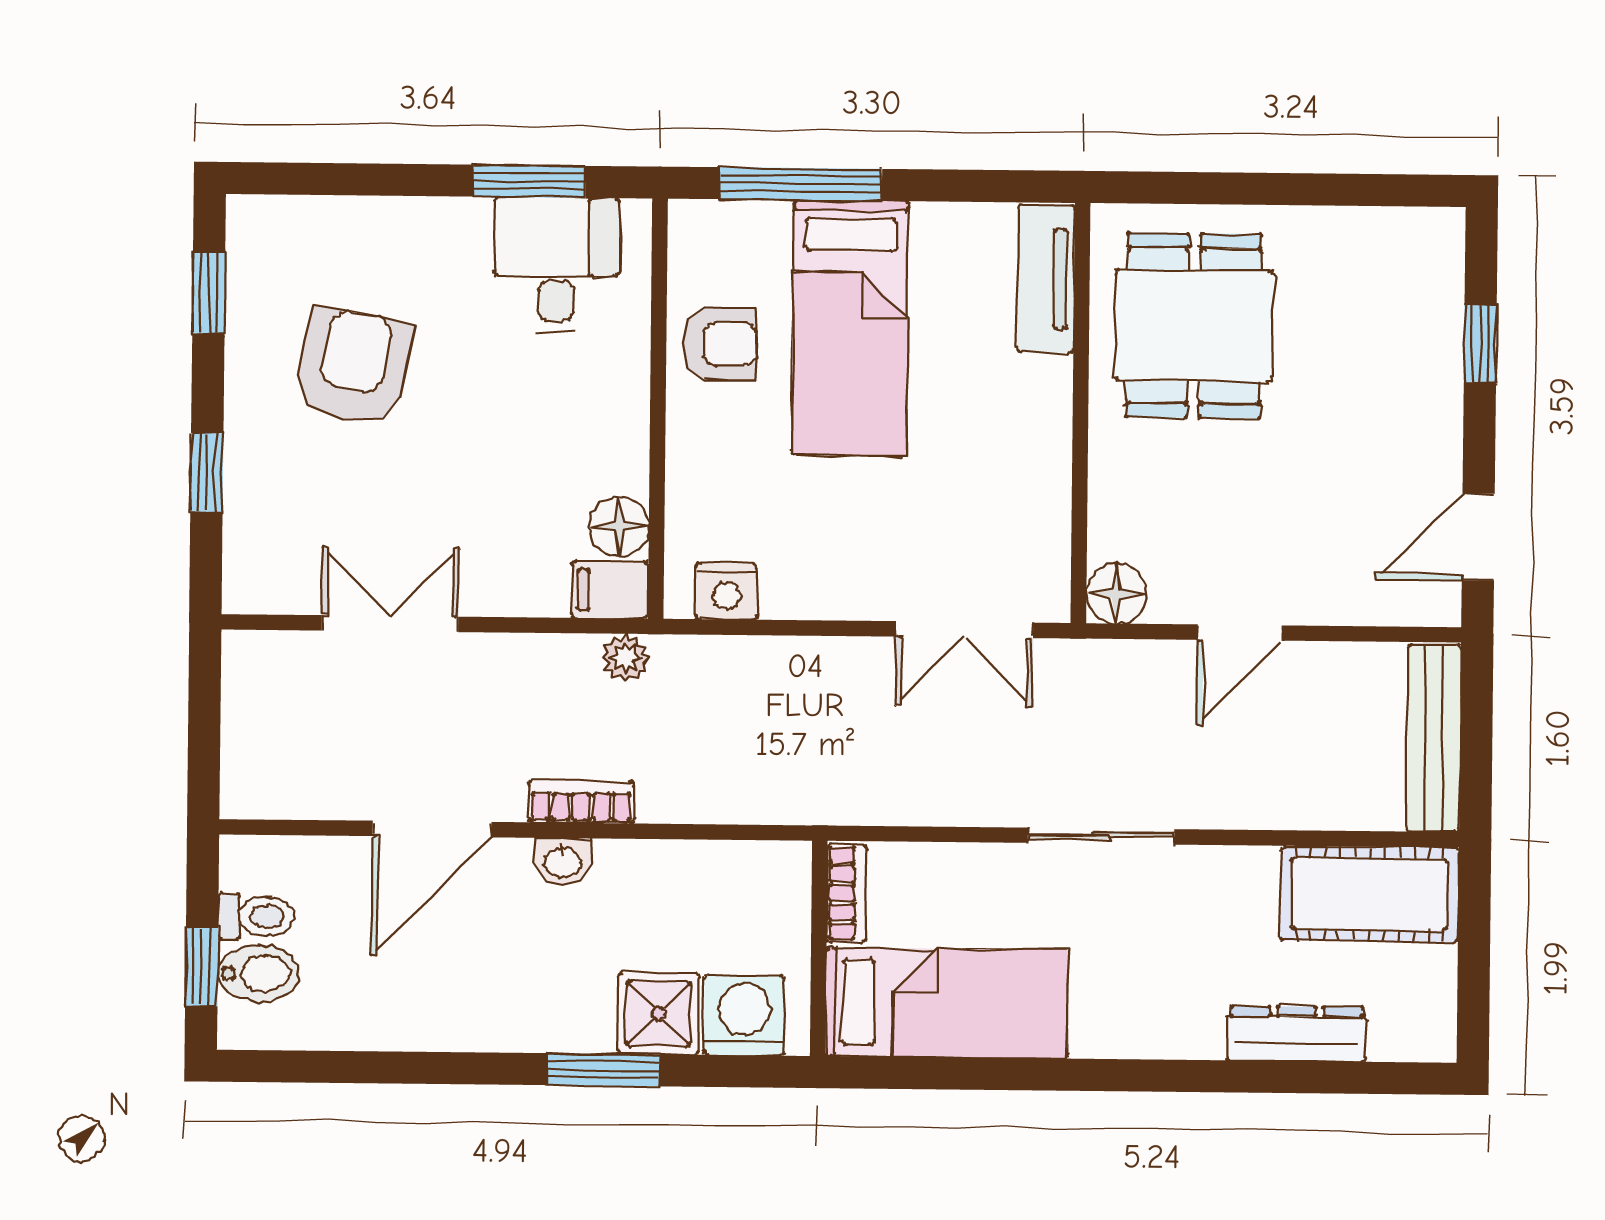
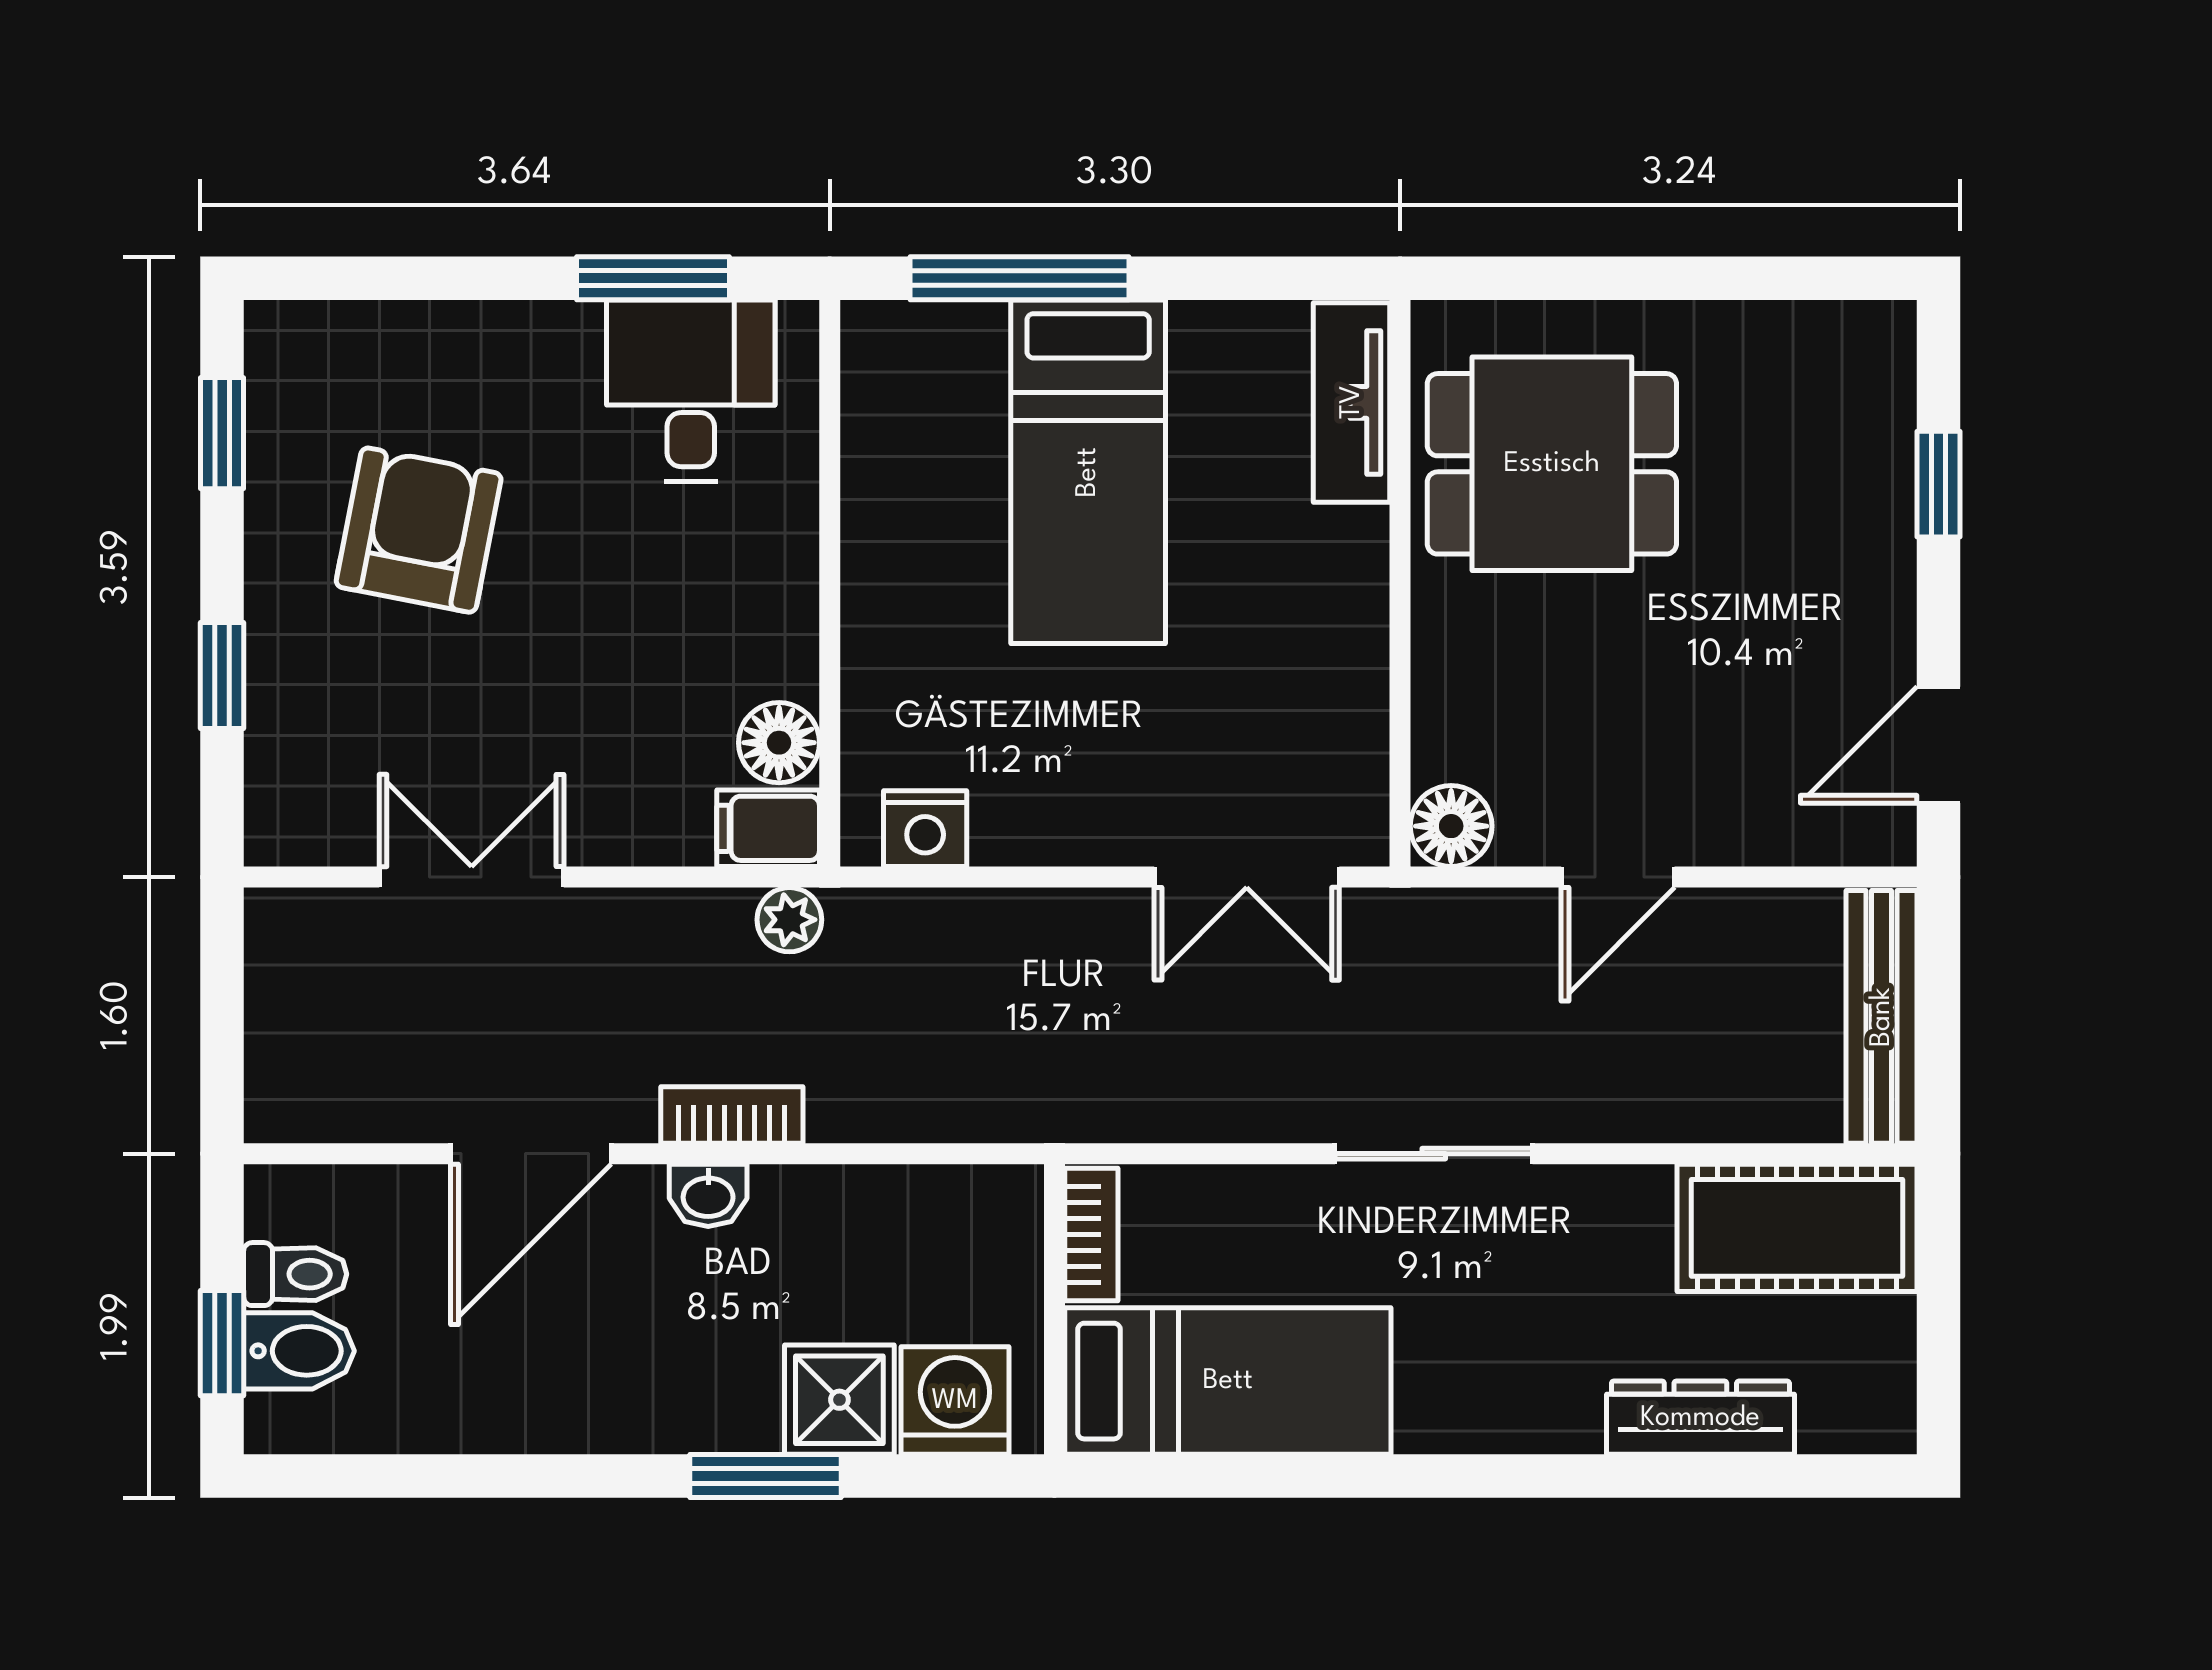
dining table: (1194, 326) -> (1552, 464), turned 90
armchair: (720, 344) -> (912, 495), removed

